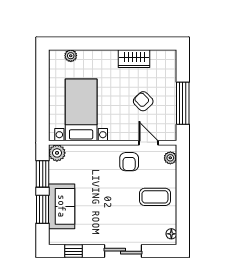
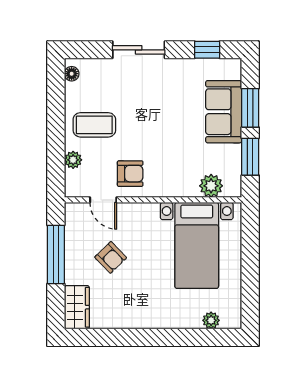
wardrobe: (134, 59) -> (77, 307), moved, turned 90
plant: (57, 153) -> (211, 186), moved
plant: (170, 158) -> (73, 160), moved
armchair: (129, 162) -> (130, 174), turned 90

